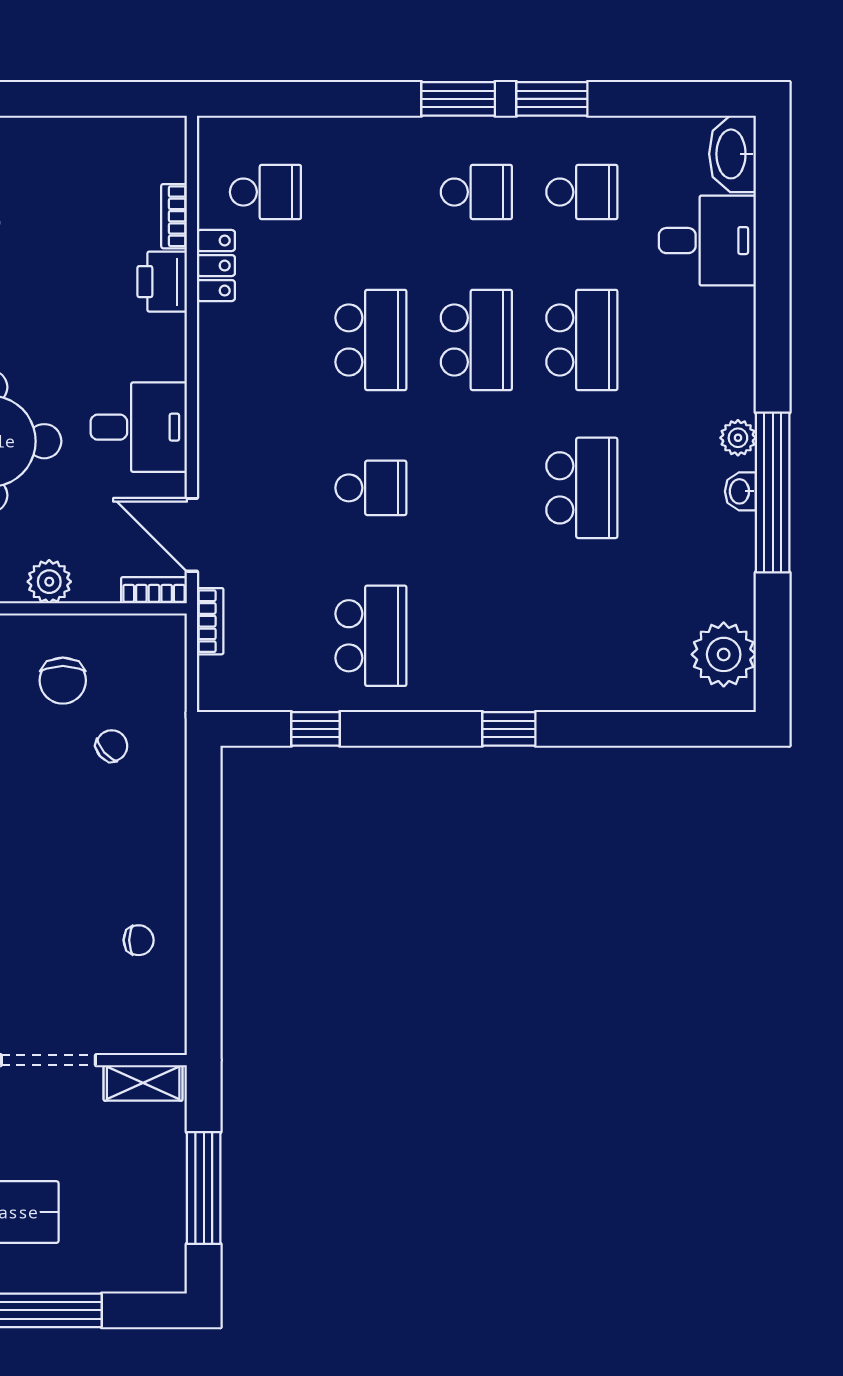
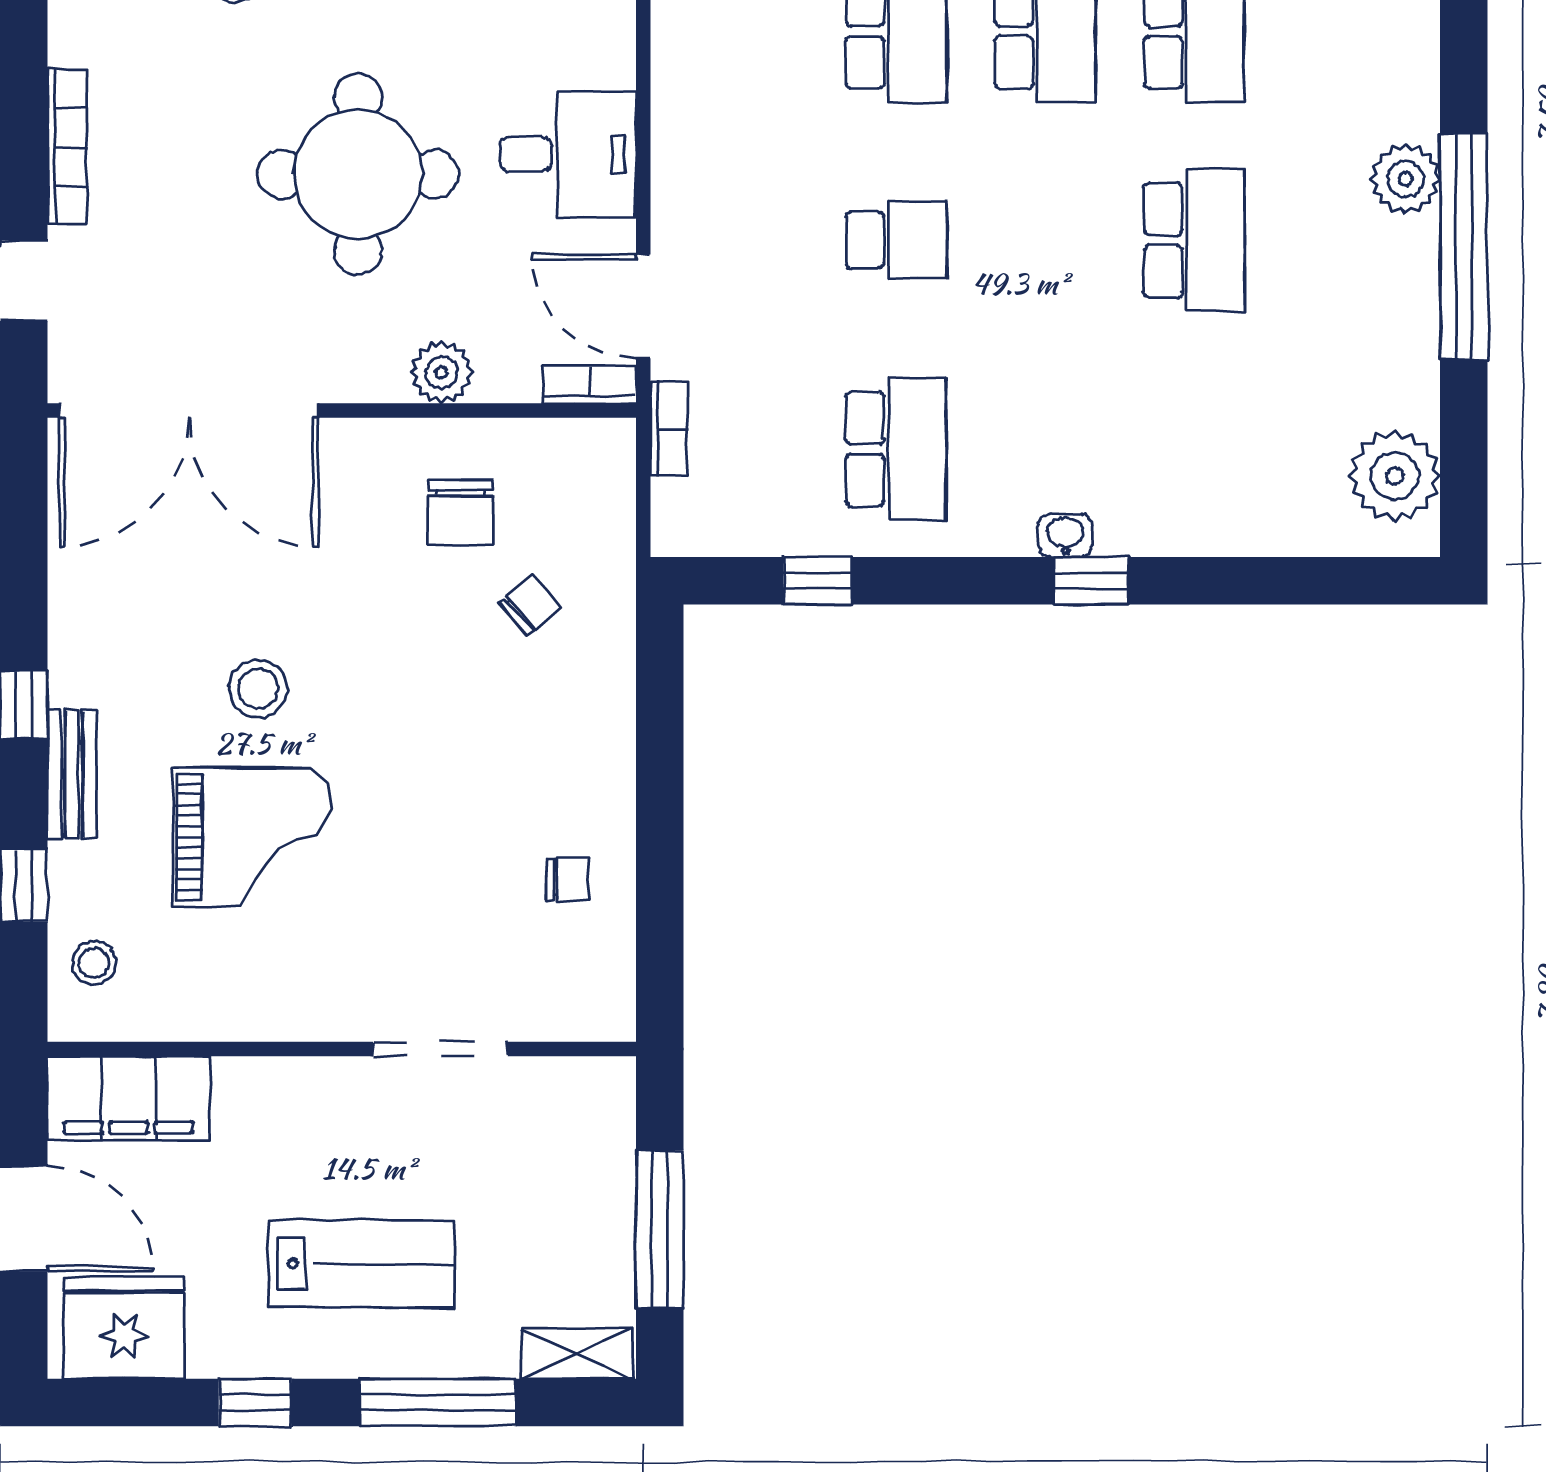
plant: (738, 438) -> (1406, 179), width x1.38, depth x1.38
washbasin: (740, 491) -> (1065, 535), moved, turned 90
shelving: (143, 1083) -> (576, 1354), moved

